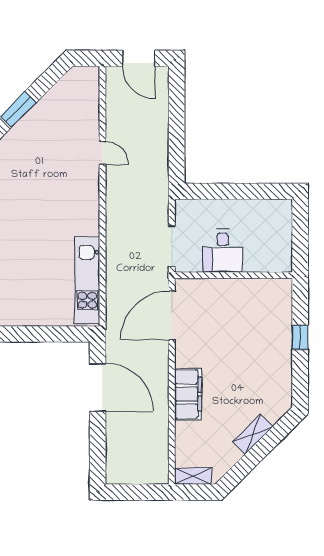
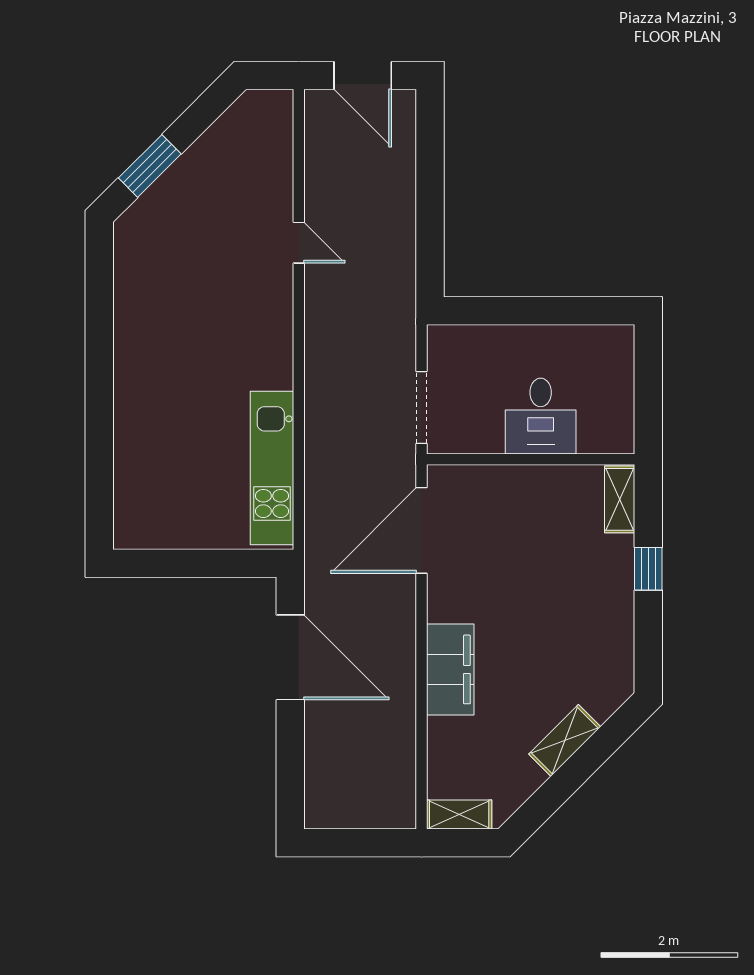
desk: (223, 251) -> (541, 416), moved
shelving: (284, 298) -> (620, 499), added

